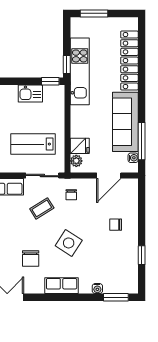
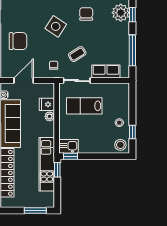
kitchen sink: (30, 93) -> (69, 146), moved
lab bench: (33, 144) -> (84, 106), turned 180
plant: (76, 161) -> (50, 116), moved
chair: (116, 225) -> (18, 41), width x1.87, depth x1.87

